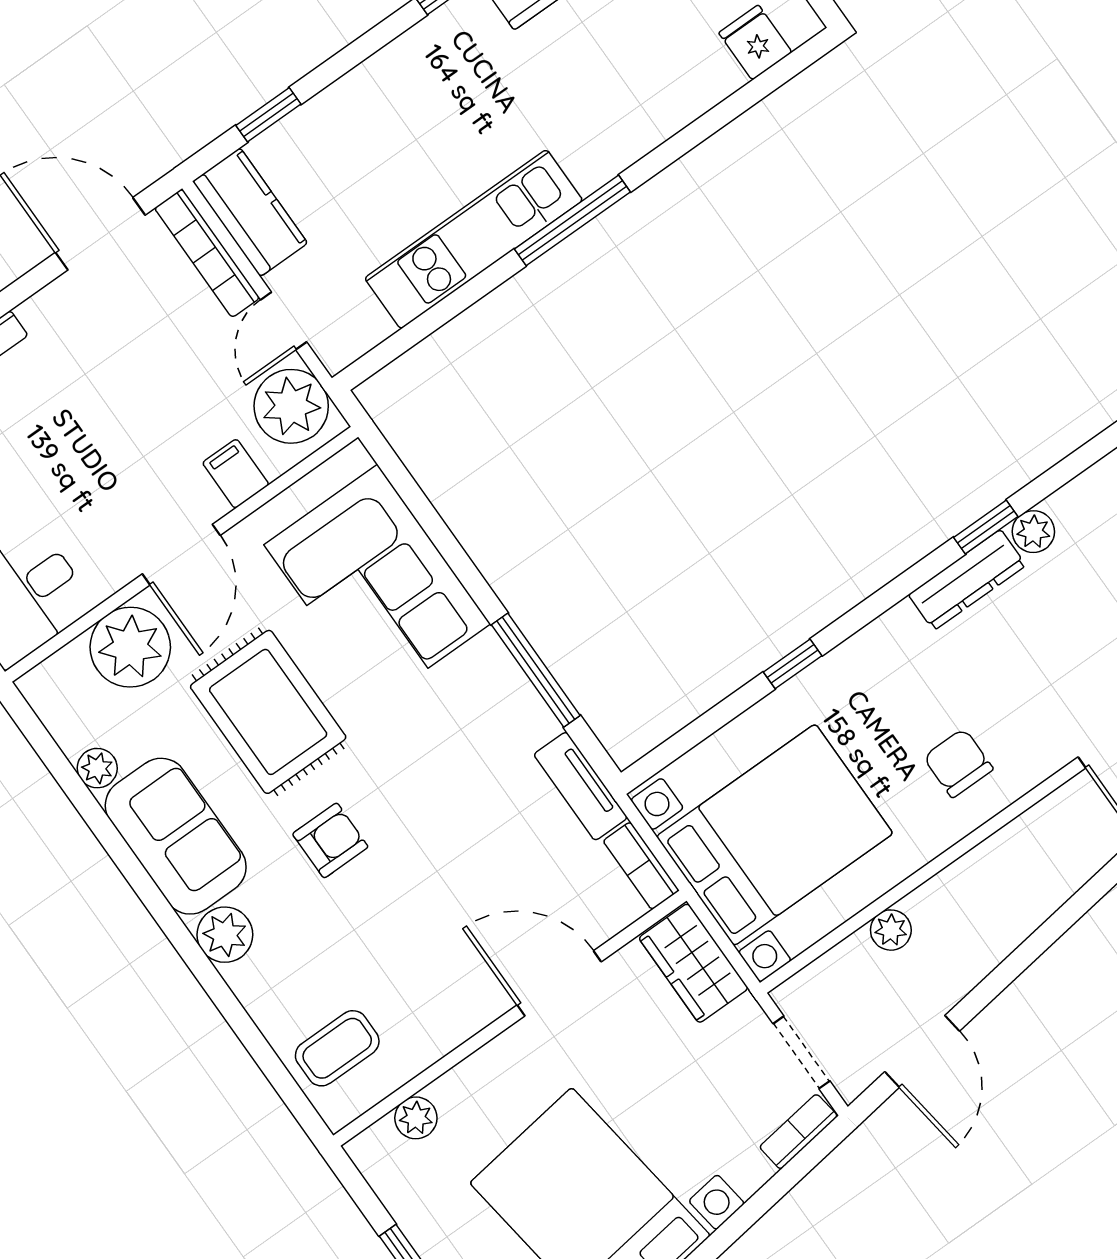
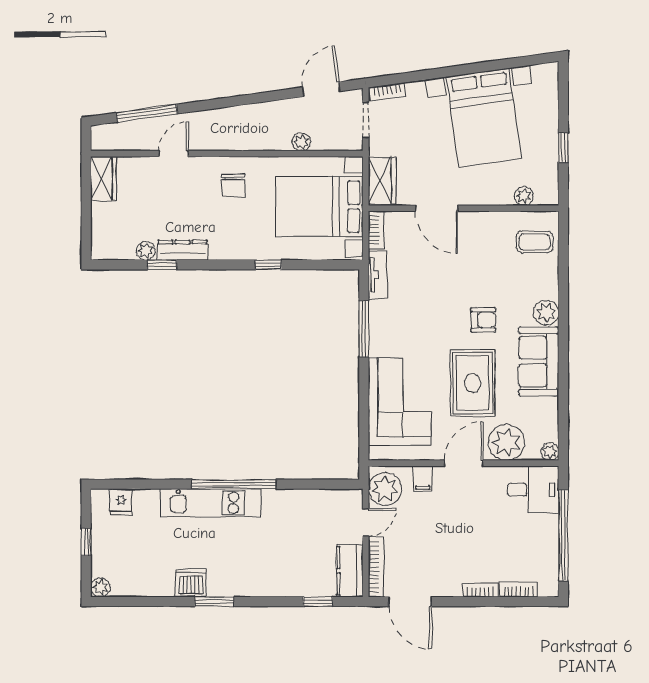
window: (572, 220) -> (234, 484), width x1.46
kitchen unit: (474, 239) -> (210, 503), moved
plant: (97, 768) -> (550, 452), moved
armchair: (330, 840) -> (483, 320), turned 180

